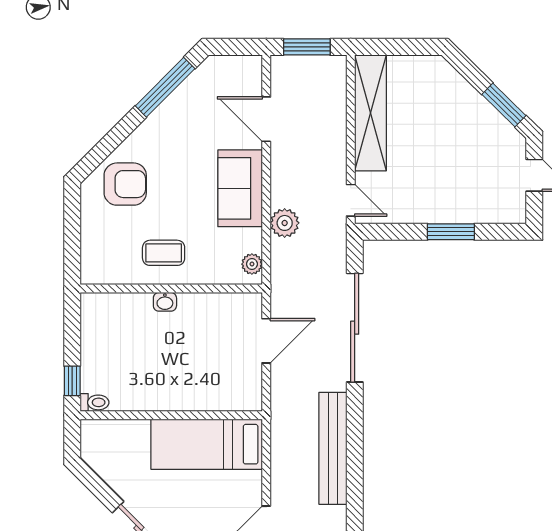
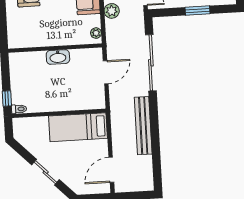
coffee table: (164, 253) -> (50, 30), removed
washbasin: (165, 302) -> (58, 57), width x1.91, depth x1.45

